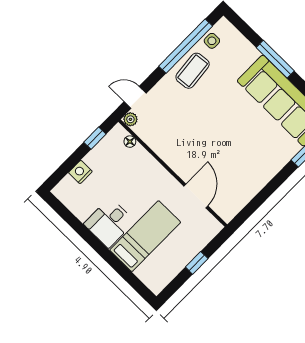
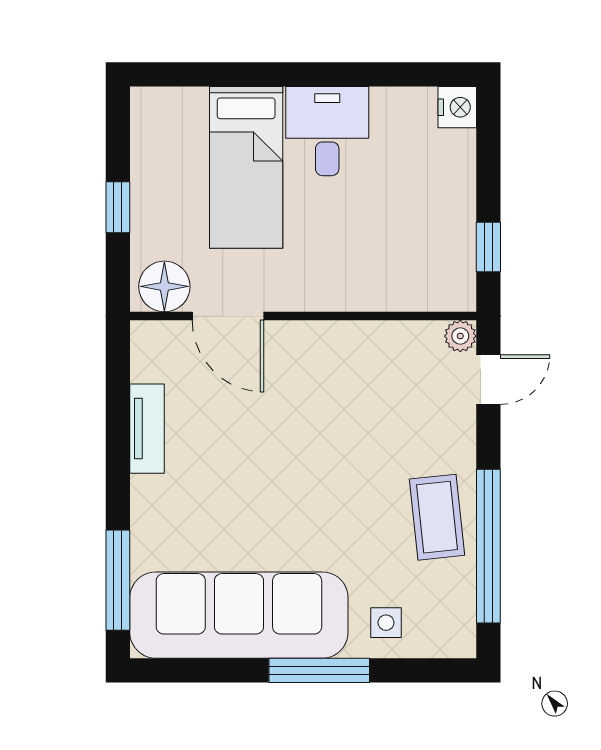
side table: (212, 41) -> (386, 623), moved
floor lamp: (130, 142) -> (164, 286), moved, width x1.89, depth x1.89
nightstand: (80, 172) -> (457, 107), moved
tv unit: (255, 186) -> (147, 429), added

